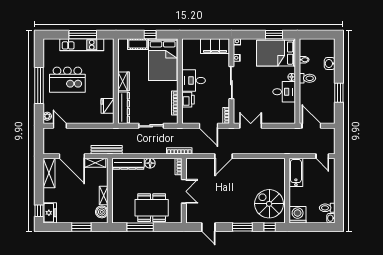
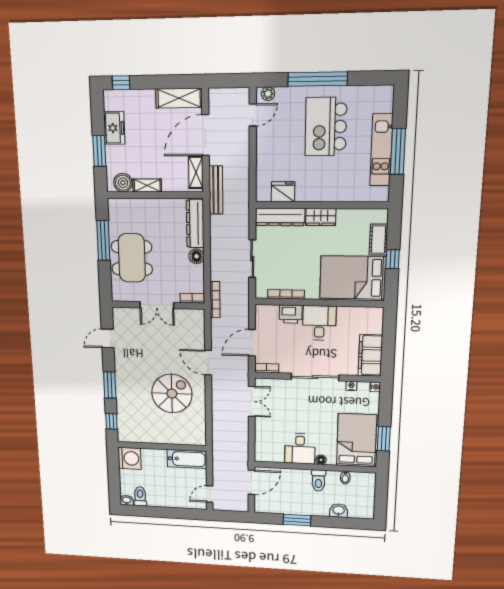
spiral stairs: (269, 204) -> (172, 394), moved
freezer: (50, 213) -> (114, 128), moved, turned -90

